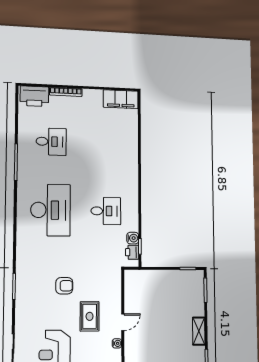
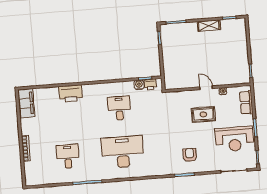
printer: (34, 96) -> (71, 94), moved, turned 90
armchair: (64, 286) -> (190, 155), moved

